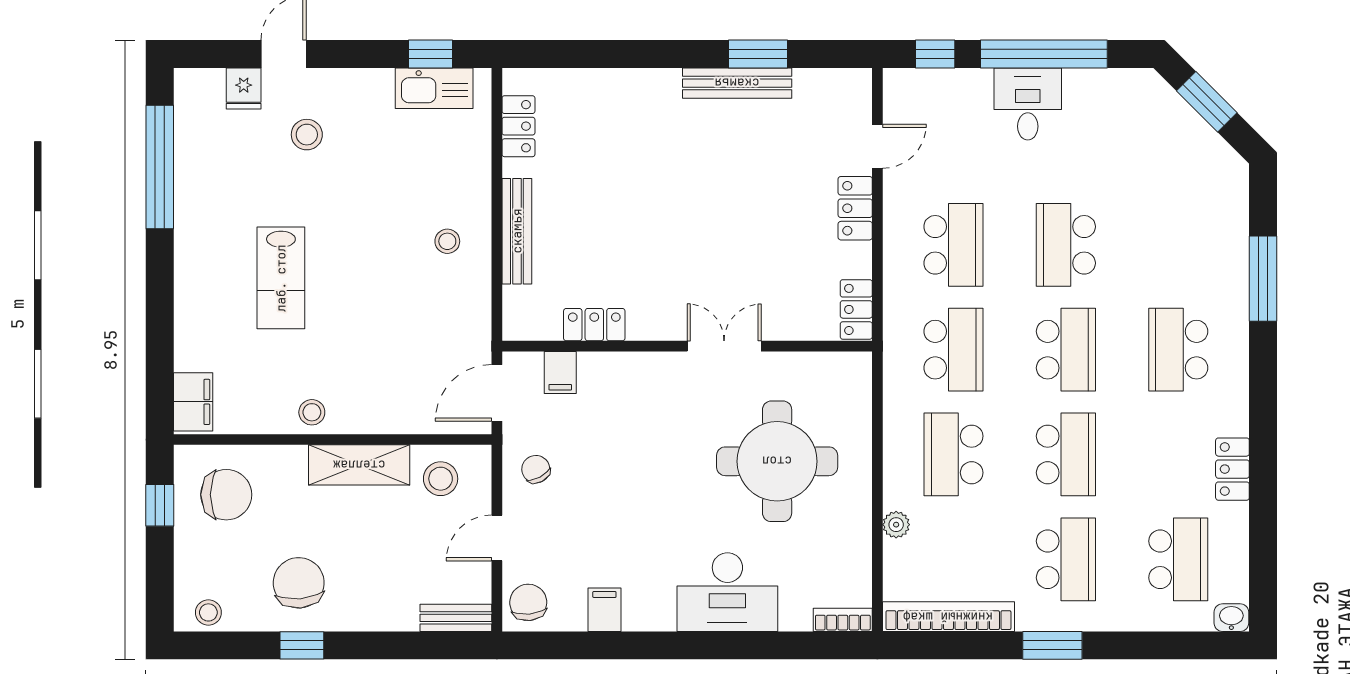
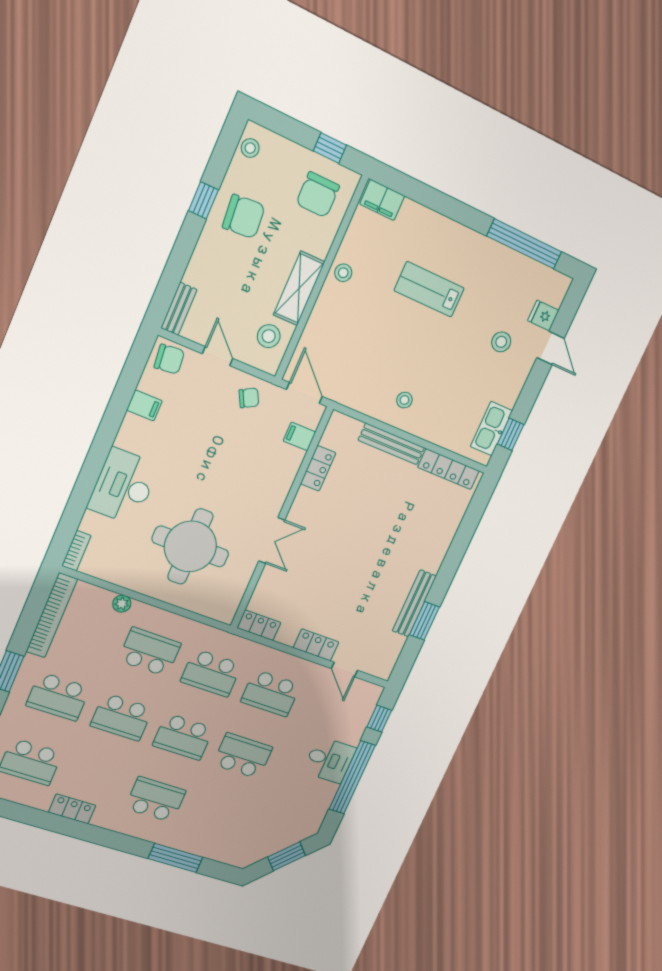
locker: (518, 126) -> (449, 469), width x1.53

